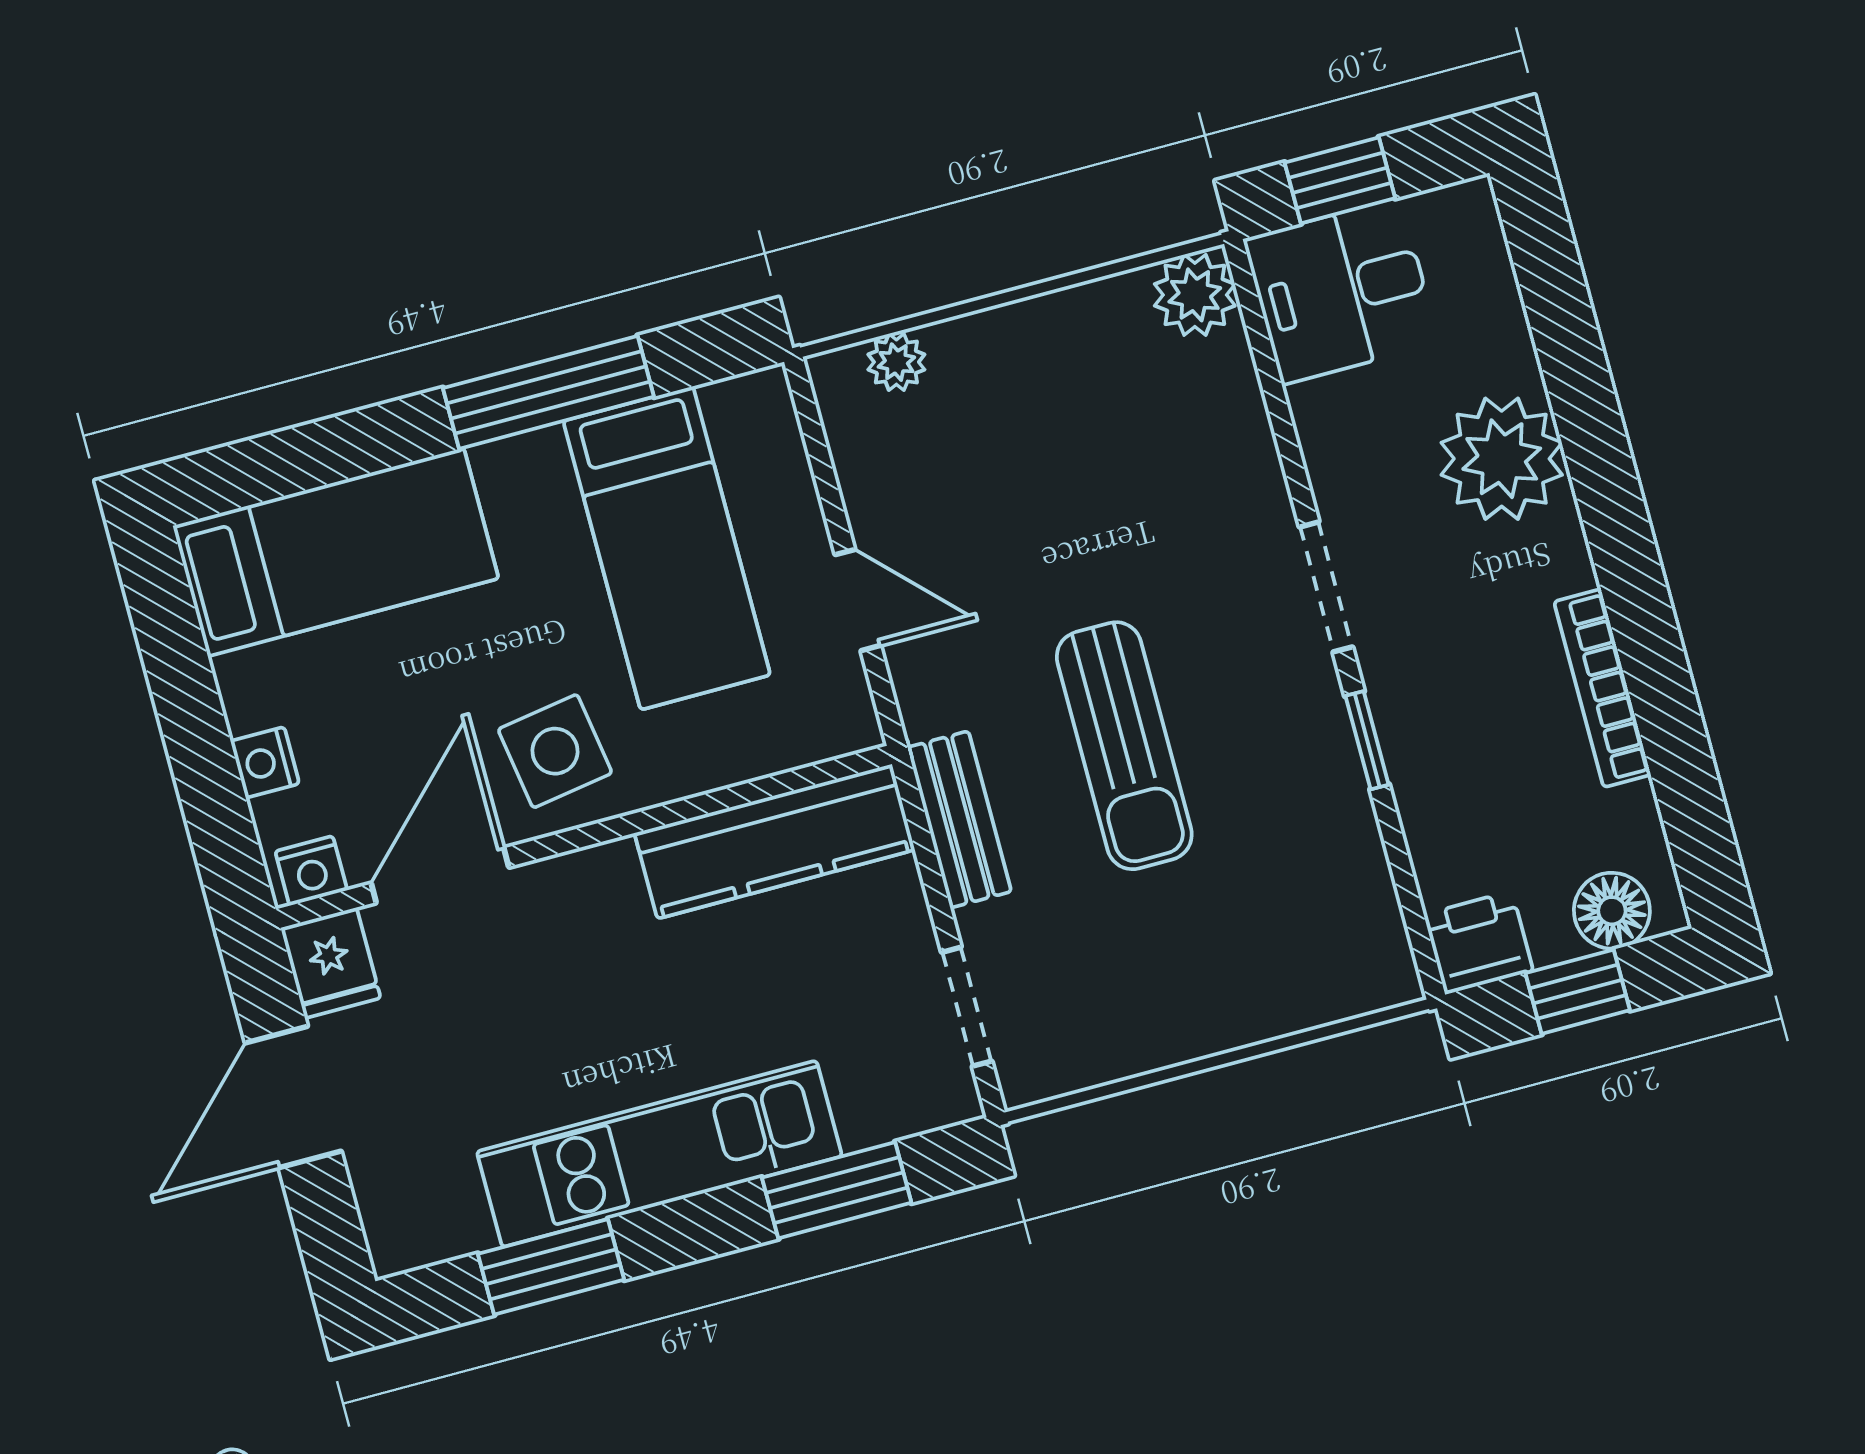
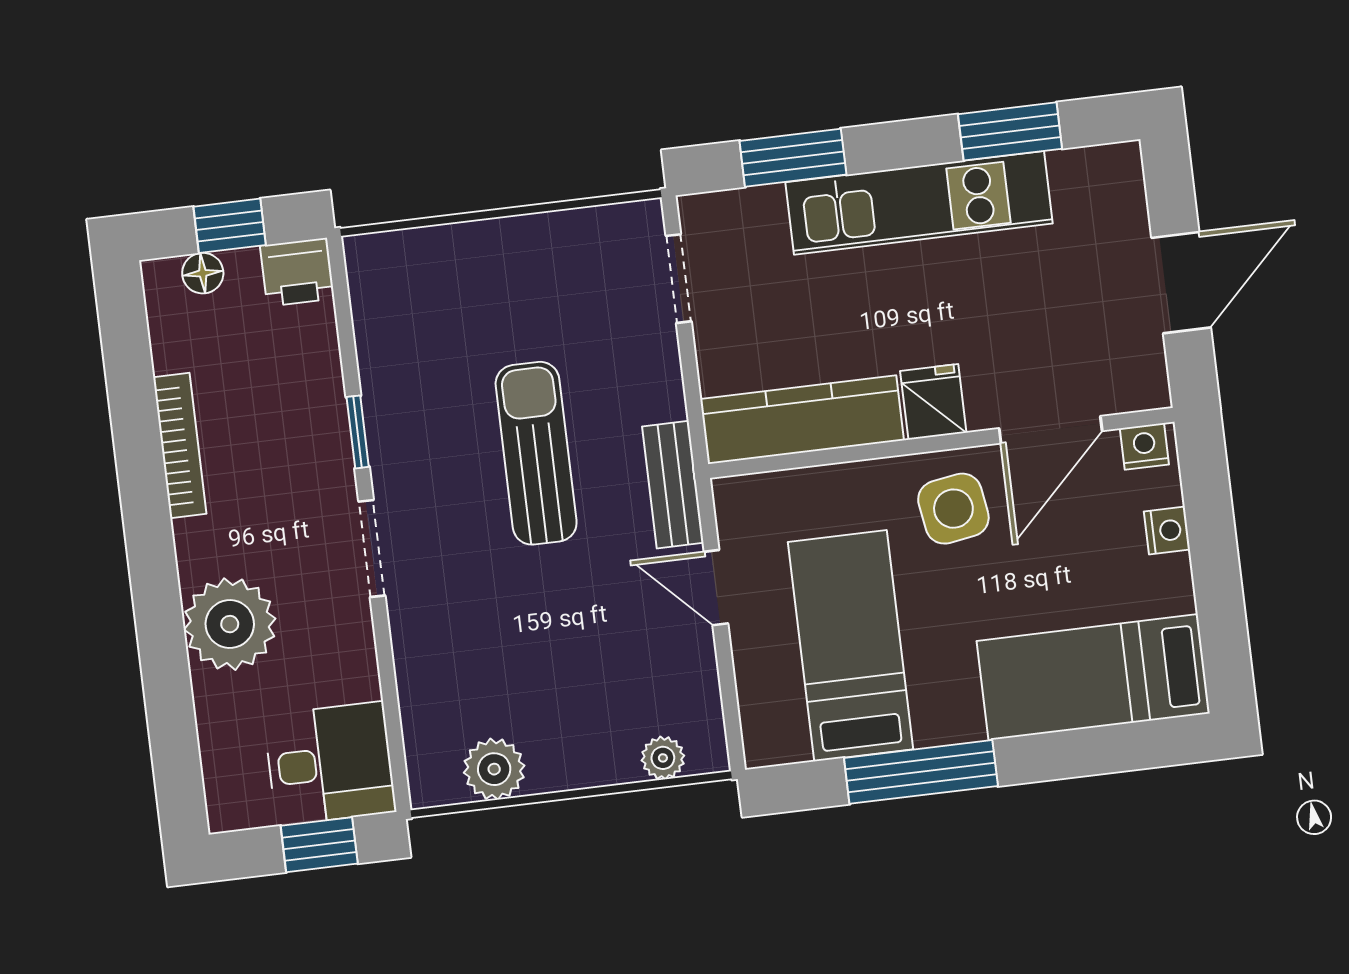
plant: (1195, 295) -> (494, 769), moved
bench: (959, 819) -> (673, 485), moved
floor lamp: (1612, 911) -> (203, 273), width x0.73, depth x0.73
fridge: (331, 963) -> (933, 402), moved

